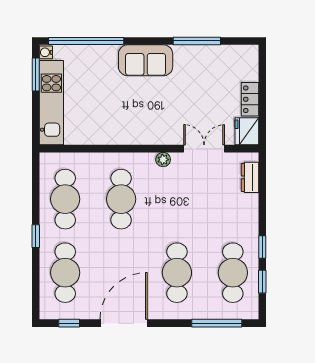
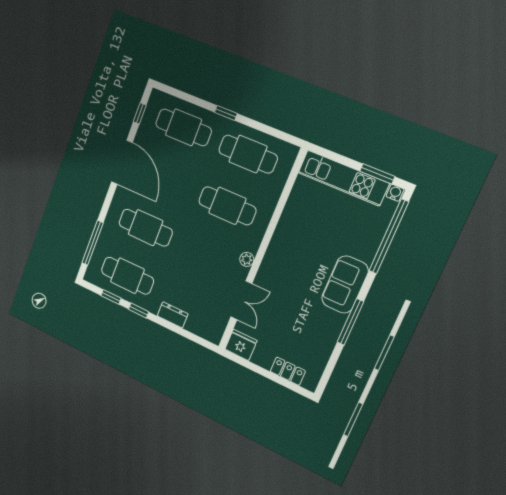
window: (197, 41) -> (350, 322), moved
locker: (250, 99) -> (288, 371), moved
dresser: (250, 177) -> (173, 315), moved

